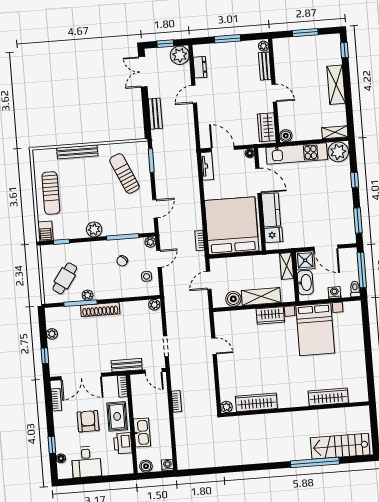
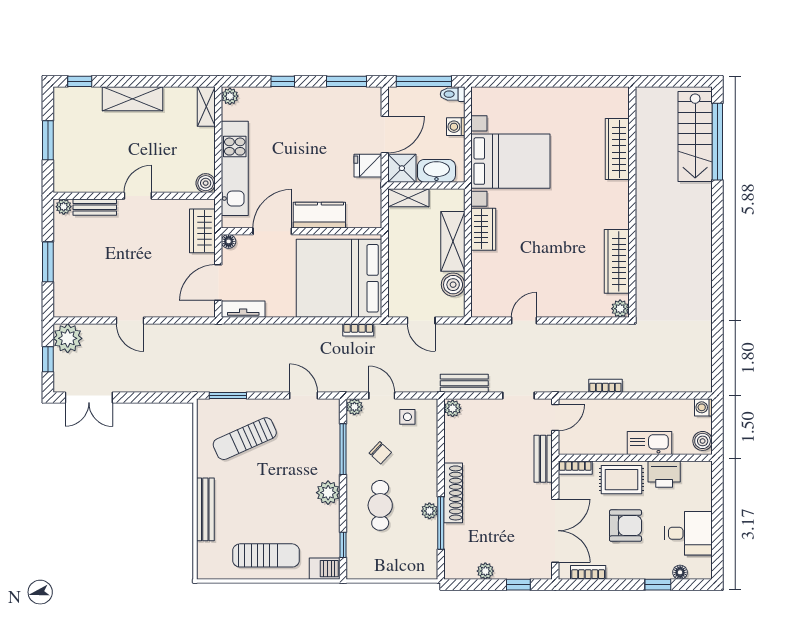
dresser: (200, 67) -> (89, 308), removed
bench: (155, 114) -> (464, 383), moved
wardrobe: (267, 127) -> (202, 231), moved, turned 90
plant: (338, 152) -> (230, 96), width x0.53, depth x0.53
fridge: (273, 235) -> (368, 166), moved, turned -90
cafe table: (65, 278) -> (380, 505), moved, turned 55
armchair: (88, 421) -> (625, 526), turned 180
window: (315, 462) -> (717, 142), moved

